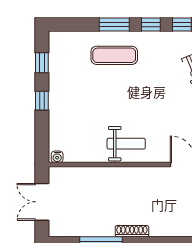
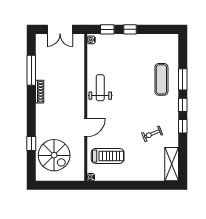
window: (42, 63) -> (107, 29), moved
weight bench: (126, 144) -> (100, 88), turned 180
double door: (42, 202) -> (60, 29), swing flipped

